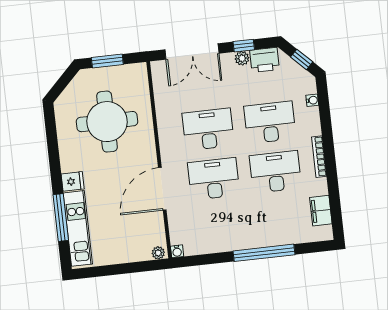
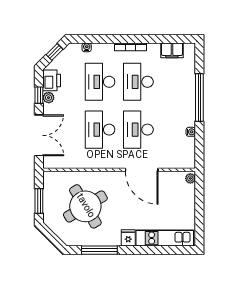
round table: (107, 122) -> (85, 206), turned -31
window: (61, 217) -> (99, 250), moved
water cooler: (177, 251) -> (191, 132), moved

